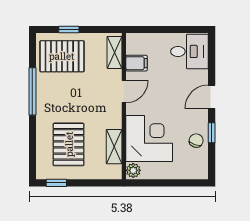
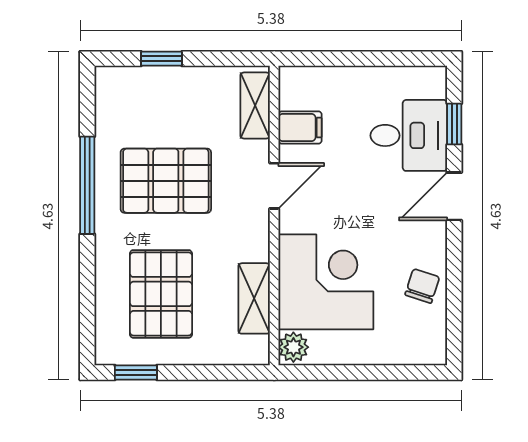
desk: (190, 51) -> (409, 135), moved
pallet: (62, 56) -> (166, 181), moved
window: (212, 133) -> (454, 124), moved

